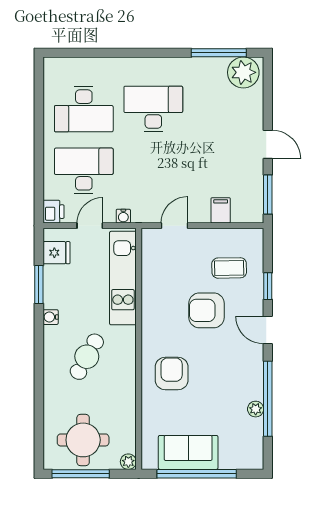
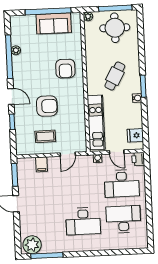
door: (90, 226) -> (117, 152), hinge flipped
coffee table: (229, 268) -> (45, 136), moved
window: (39, 285) -> (143, 86), moved

